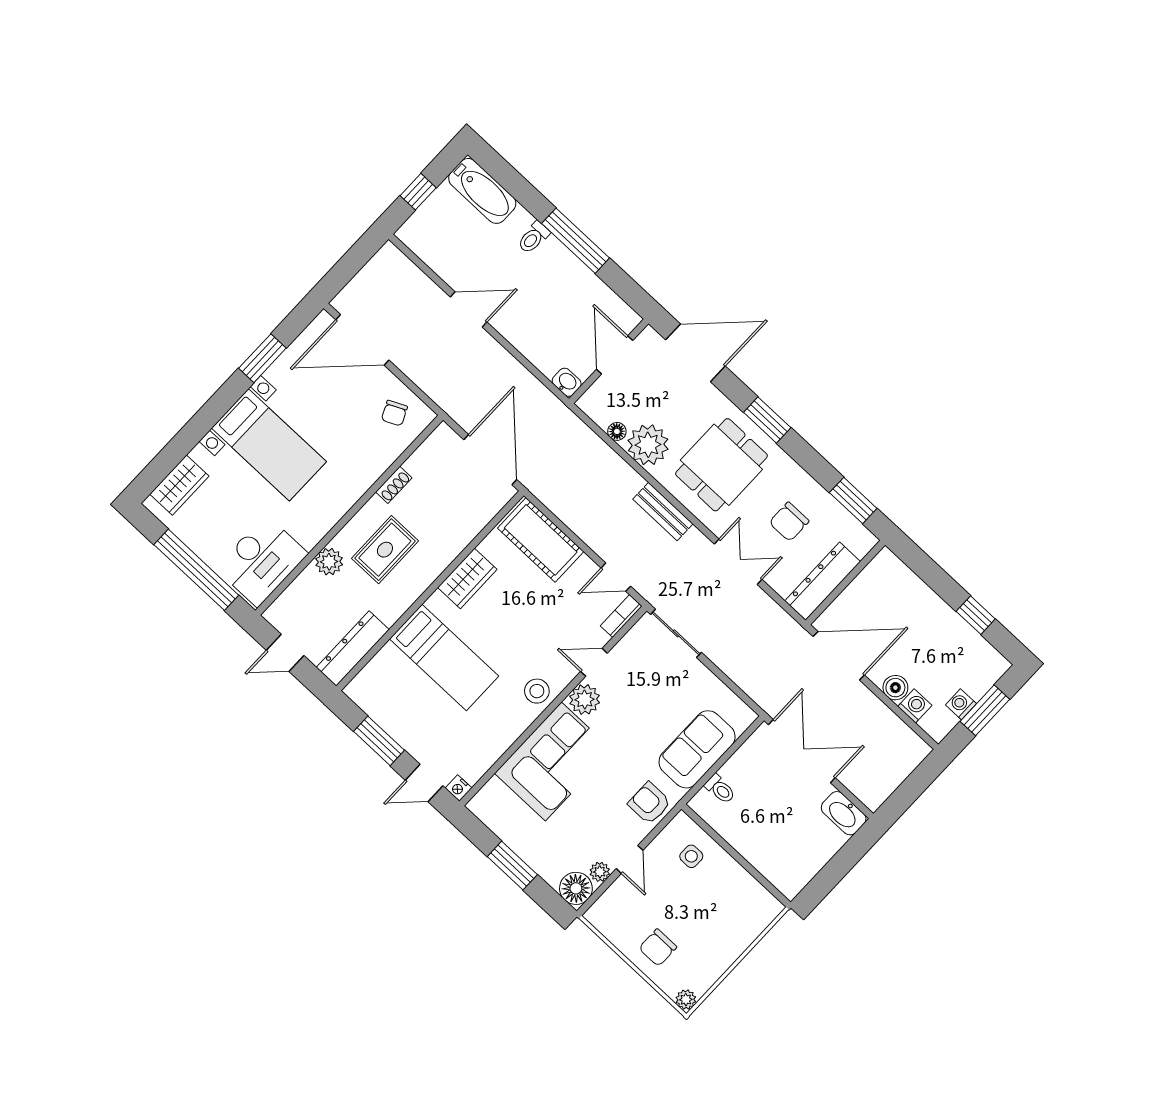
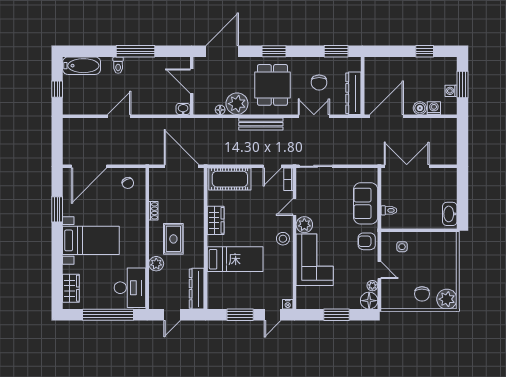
bench: (663, 512) -> (261, 124), width x1.36
washbasin: (844, 813) -> (450, 214), moved, turned 90
plant: (686, 1000) -> (447, 299), width x1.87, depth x1.87

